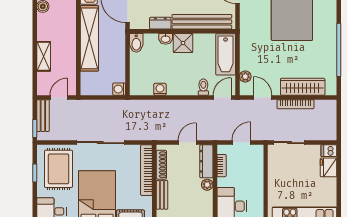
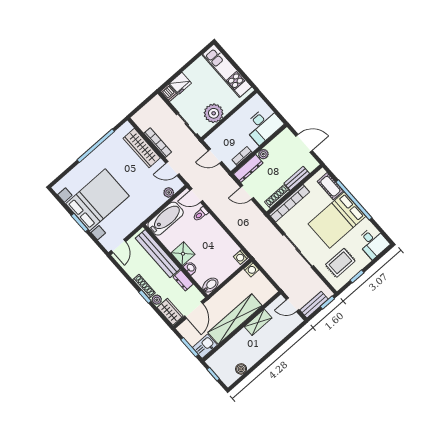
shelving: (44, 56) -> (258, 322), moved
washing machine: (160, 89) -> (241, 257), moved
door: (263, 97) -> (172, 169), hinge flipped
rug: (59, 169) -> (340, 263), width x0.73, depth x0.70
plant: (279, 173) -> (214, 113), added

